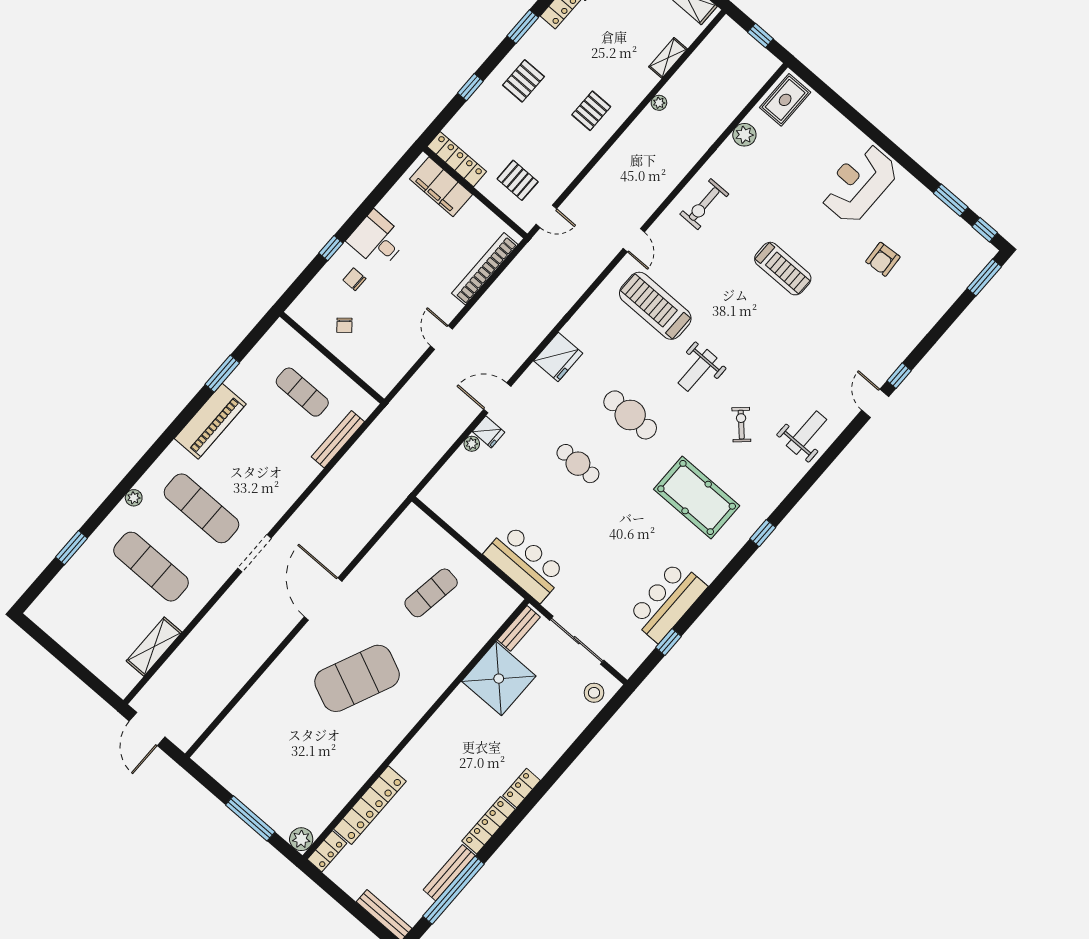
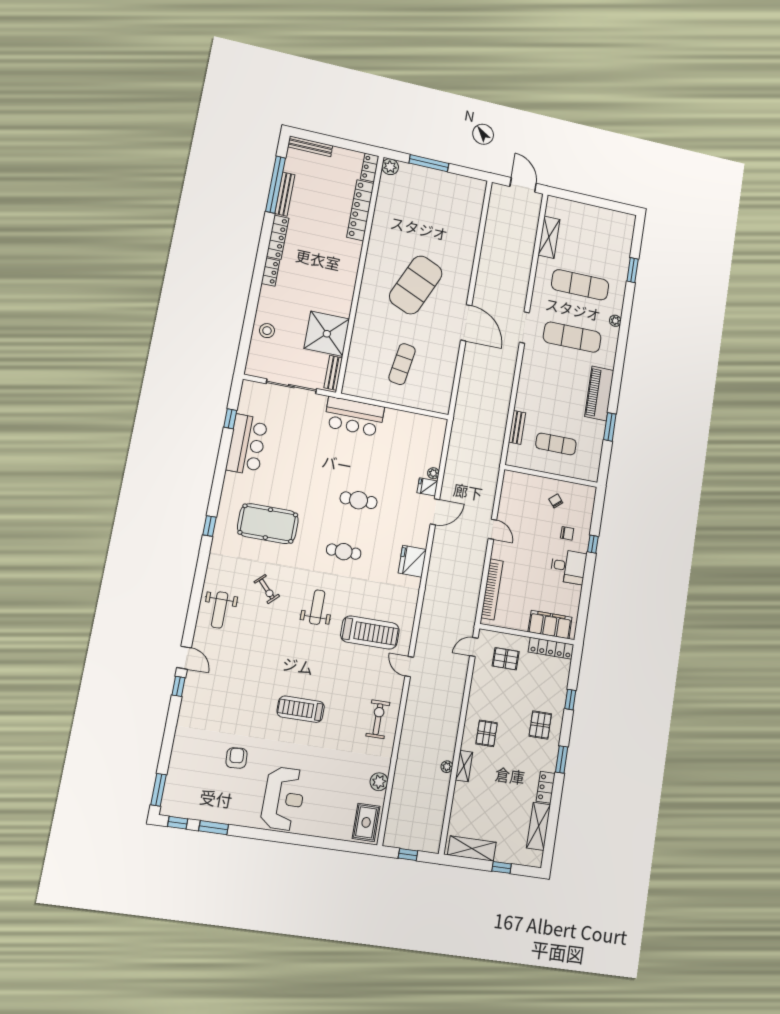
shelving: (668, 58) -> (464, 766), moved
cafe table: (630, 415) -> (344, 552), width x0.73, depth x0.74
bench: (338, 439) -> (517, 427), width x0.73
stool: (594, 693) -> (267, 331), moved

